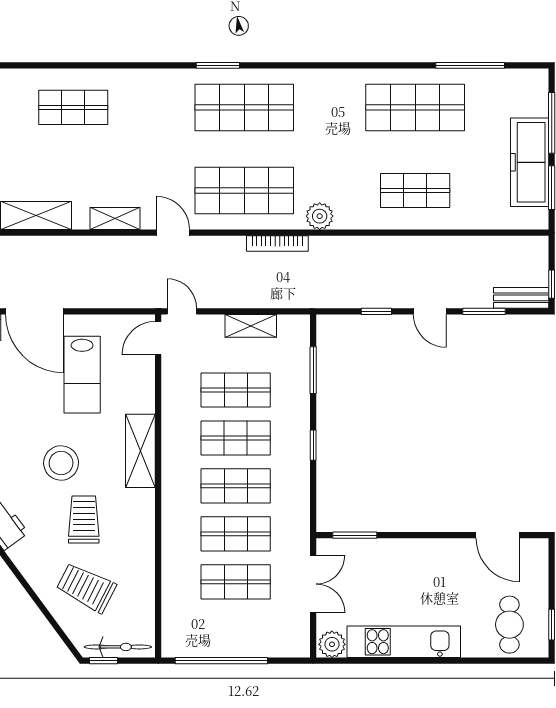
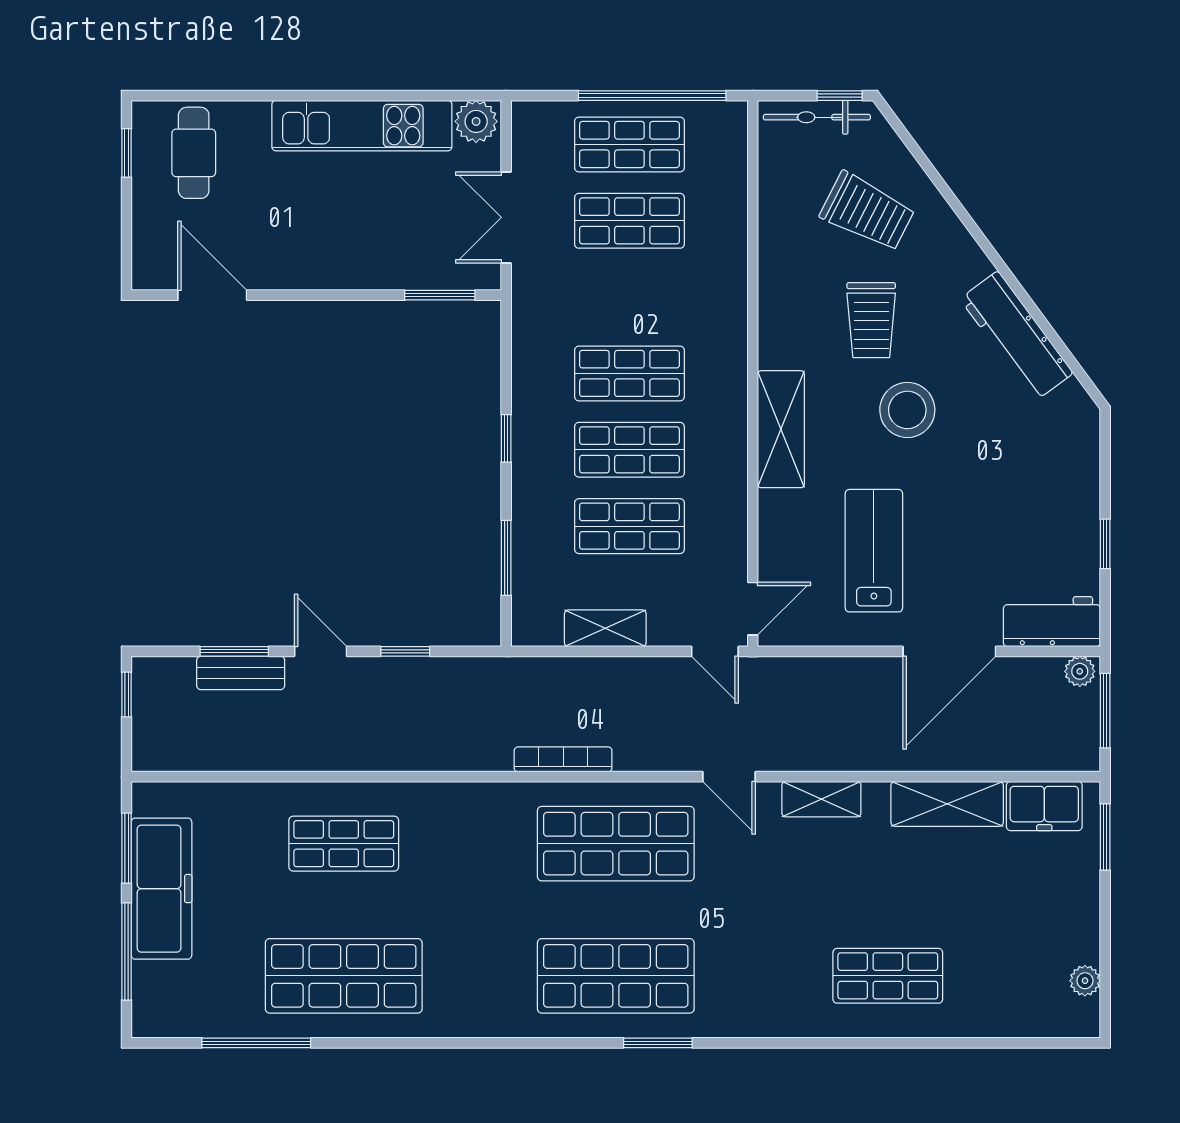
plant: (320, 216) -> (496, 803), removed
bench: (521, 298) -> (241, 673), moved
door: (35, 311) -> (949, 651), swing flipped
shop shelf: (236, 534) -> (629, 144), moved

